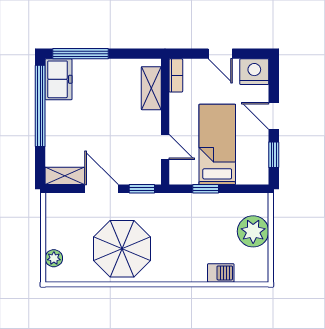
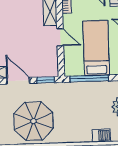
door: (165, 147) -> (60, 37), moved
window: (206, 189) -> (89, 78), width x2.17

